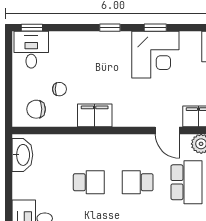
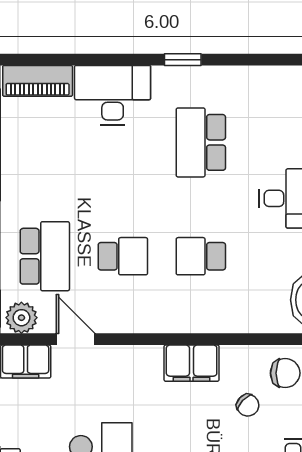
chair: (59, 89) -> (248, 405), turned -137
school desk: (186, 182) -> (45, 256), turned 180

